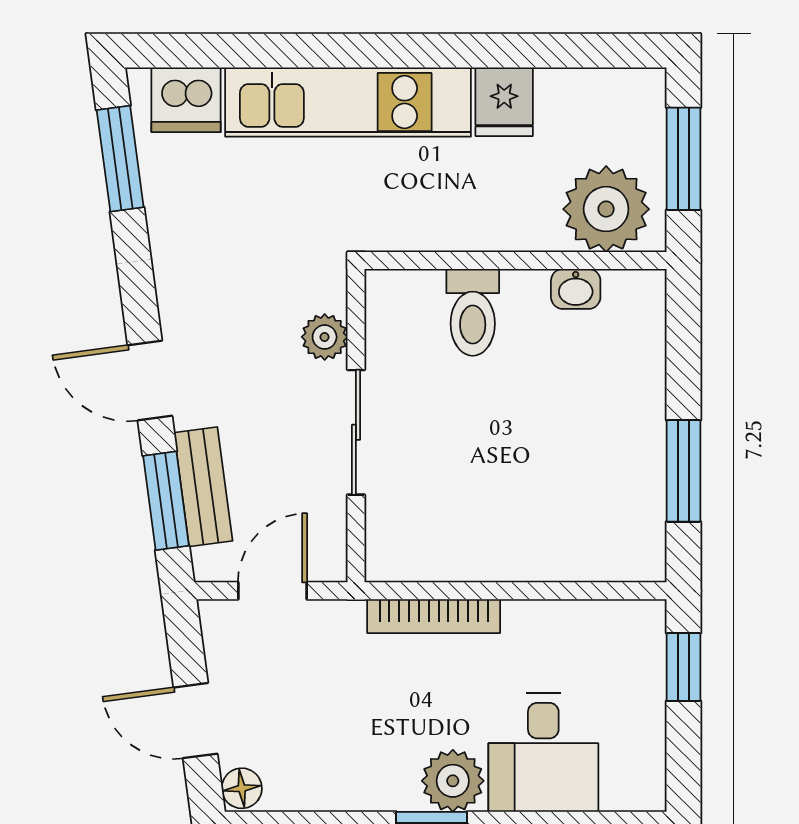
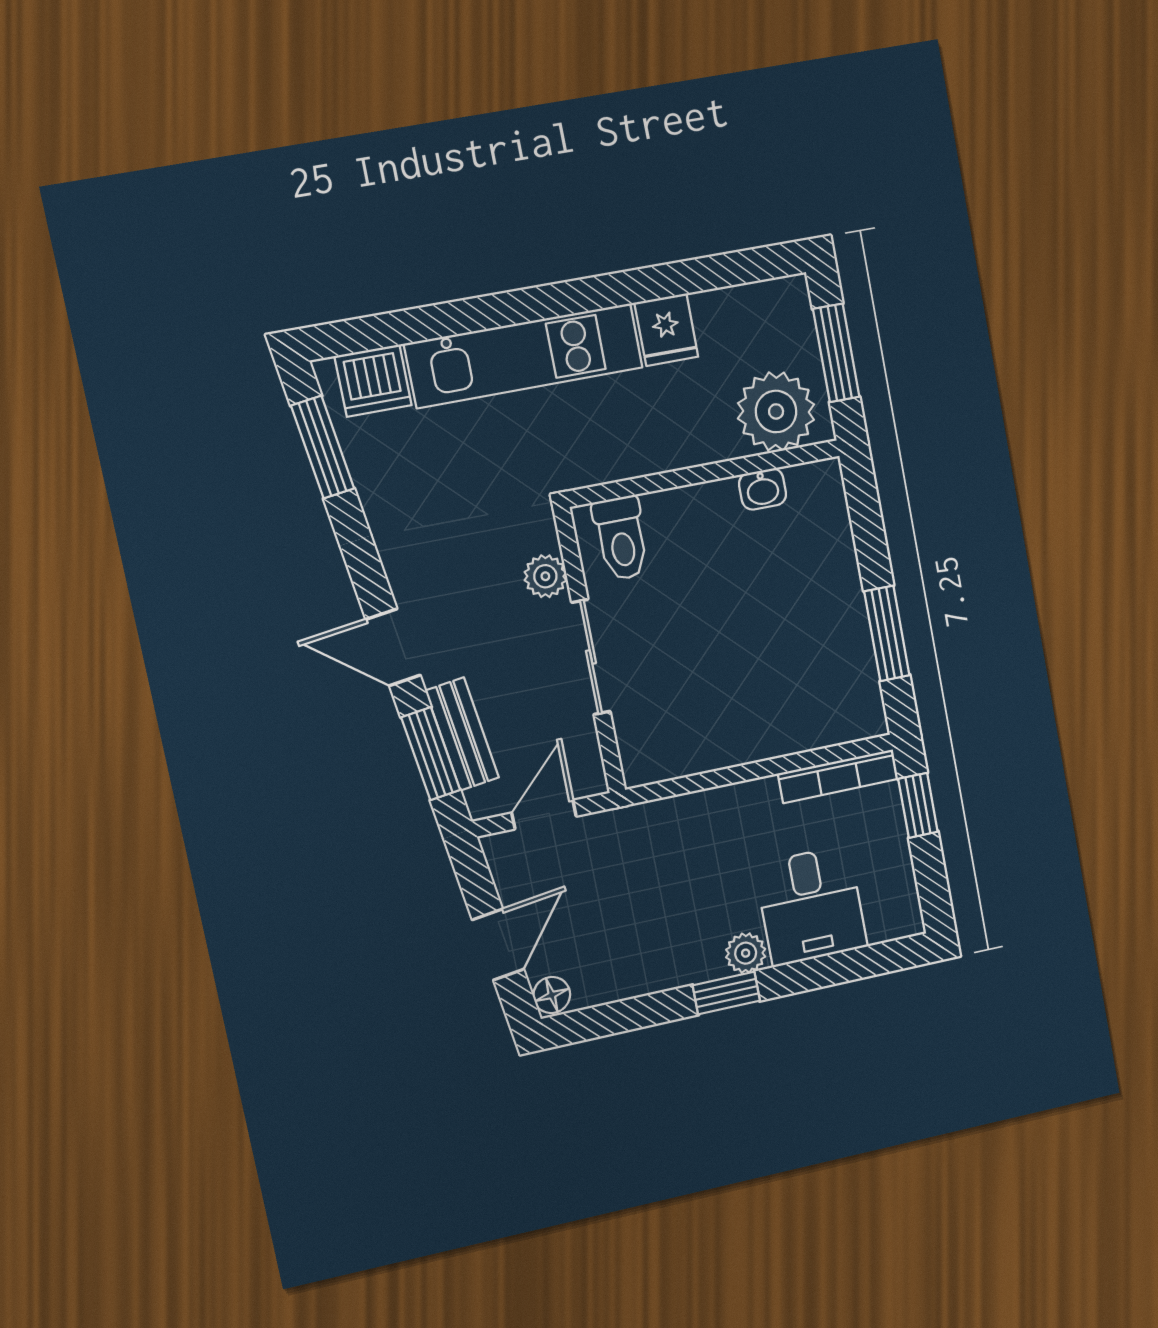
toilet: (473, 312) -> (621, 538), moved
bookcase: (434, 616) -> (838, 776), moved
door: (195, 721) -> (498, 944), swing flipped
plant: (453, 781) -> (746, 953), width x0.73, depth x0.73

